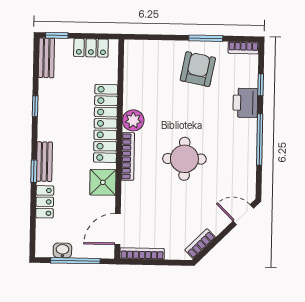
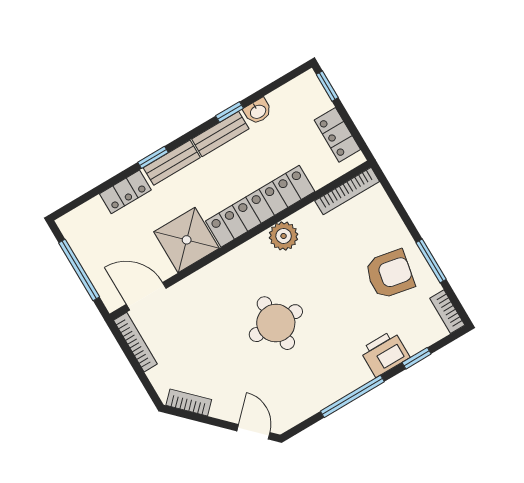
bench: (46, 58) -> (220, 134), moved
bookcase: (128, 156) -> (347, 191), moved
shower: (103, 182) -> (187, 240), width x1.36, depth x1.36
washbasin: (62, 250) -> (258, 111), moved, turned 90

